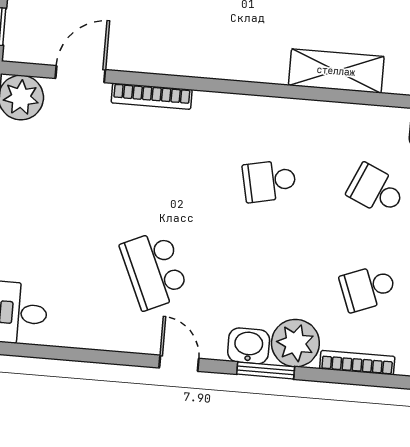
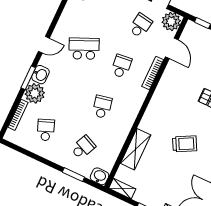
school desk: (56, 163) -> (140, 26), added
school desk: (162, 172) -> (121, 66), added

